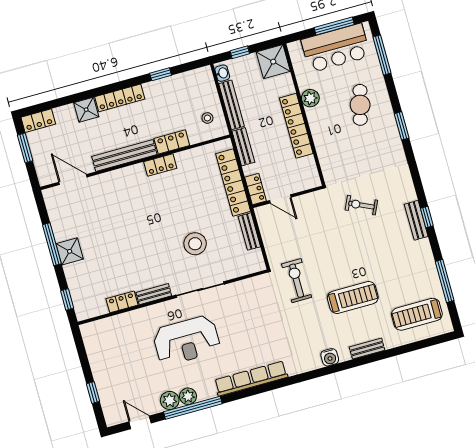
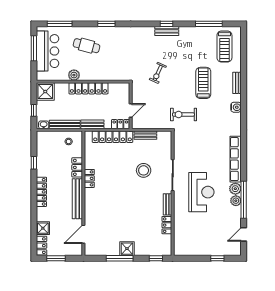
shower: (86, 110) -> (43, 228), moved
exercise bike: (361, 205) -> (158, 73), moved
plant: (170, 400) -> (235, 189), moved

